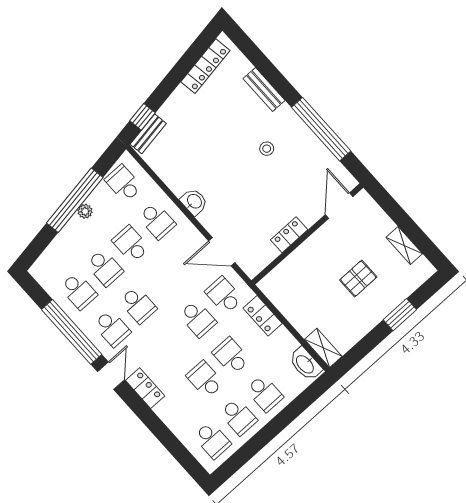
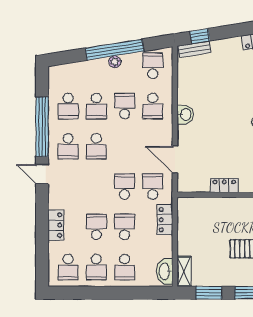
school desk: (198, 319) -> (125, 187), turned 180
window: (364, 347) -> (209, 293), added
door: (111, 376) -> (42, 174), swing flipped
locker: (145, 388) -> (56, 225), moved

